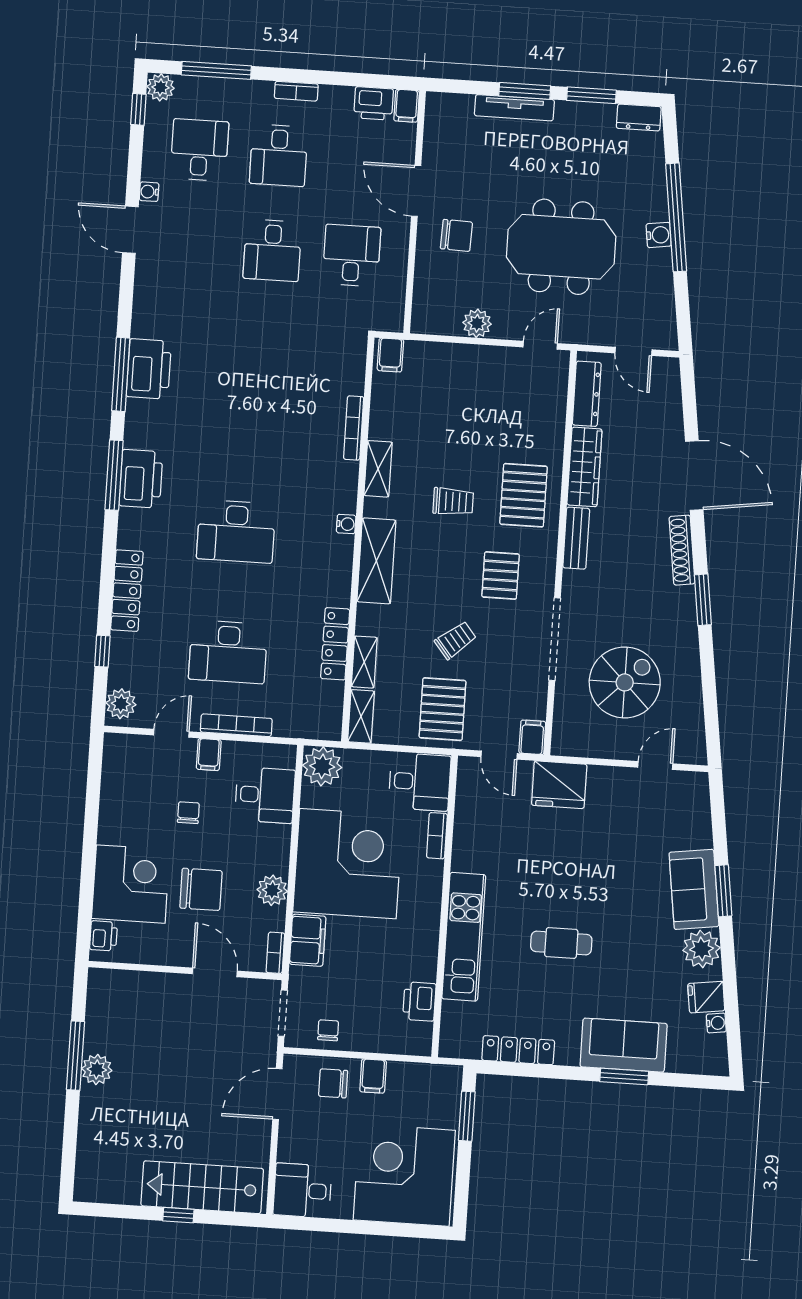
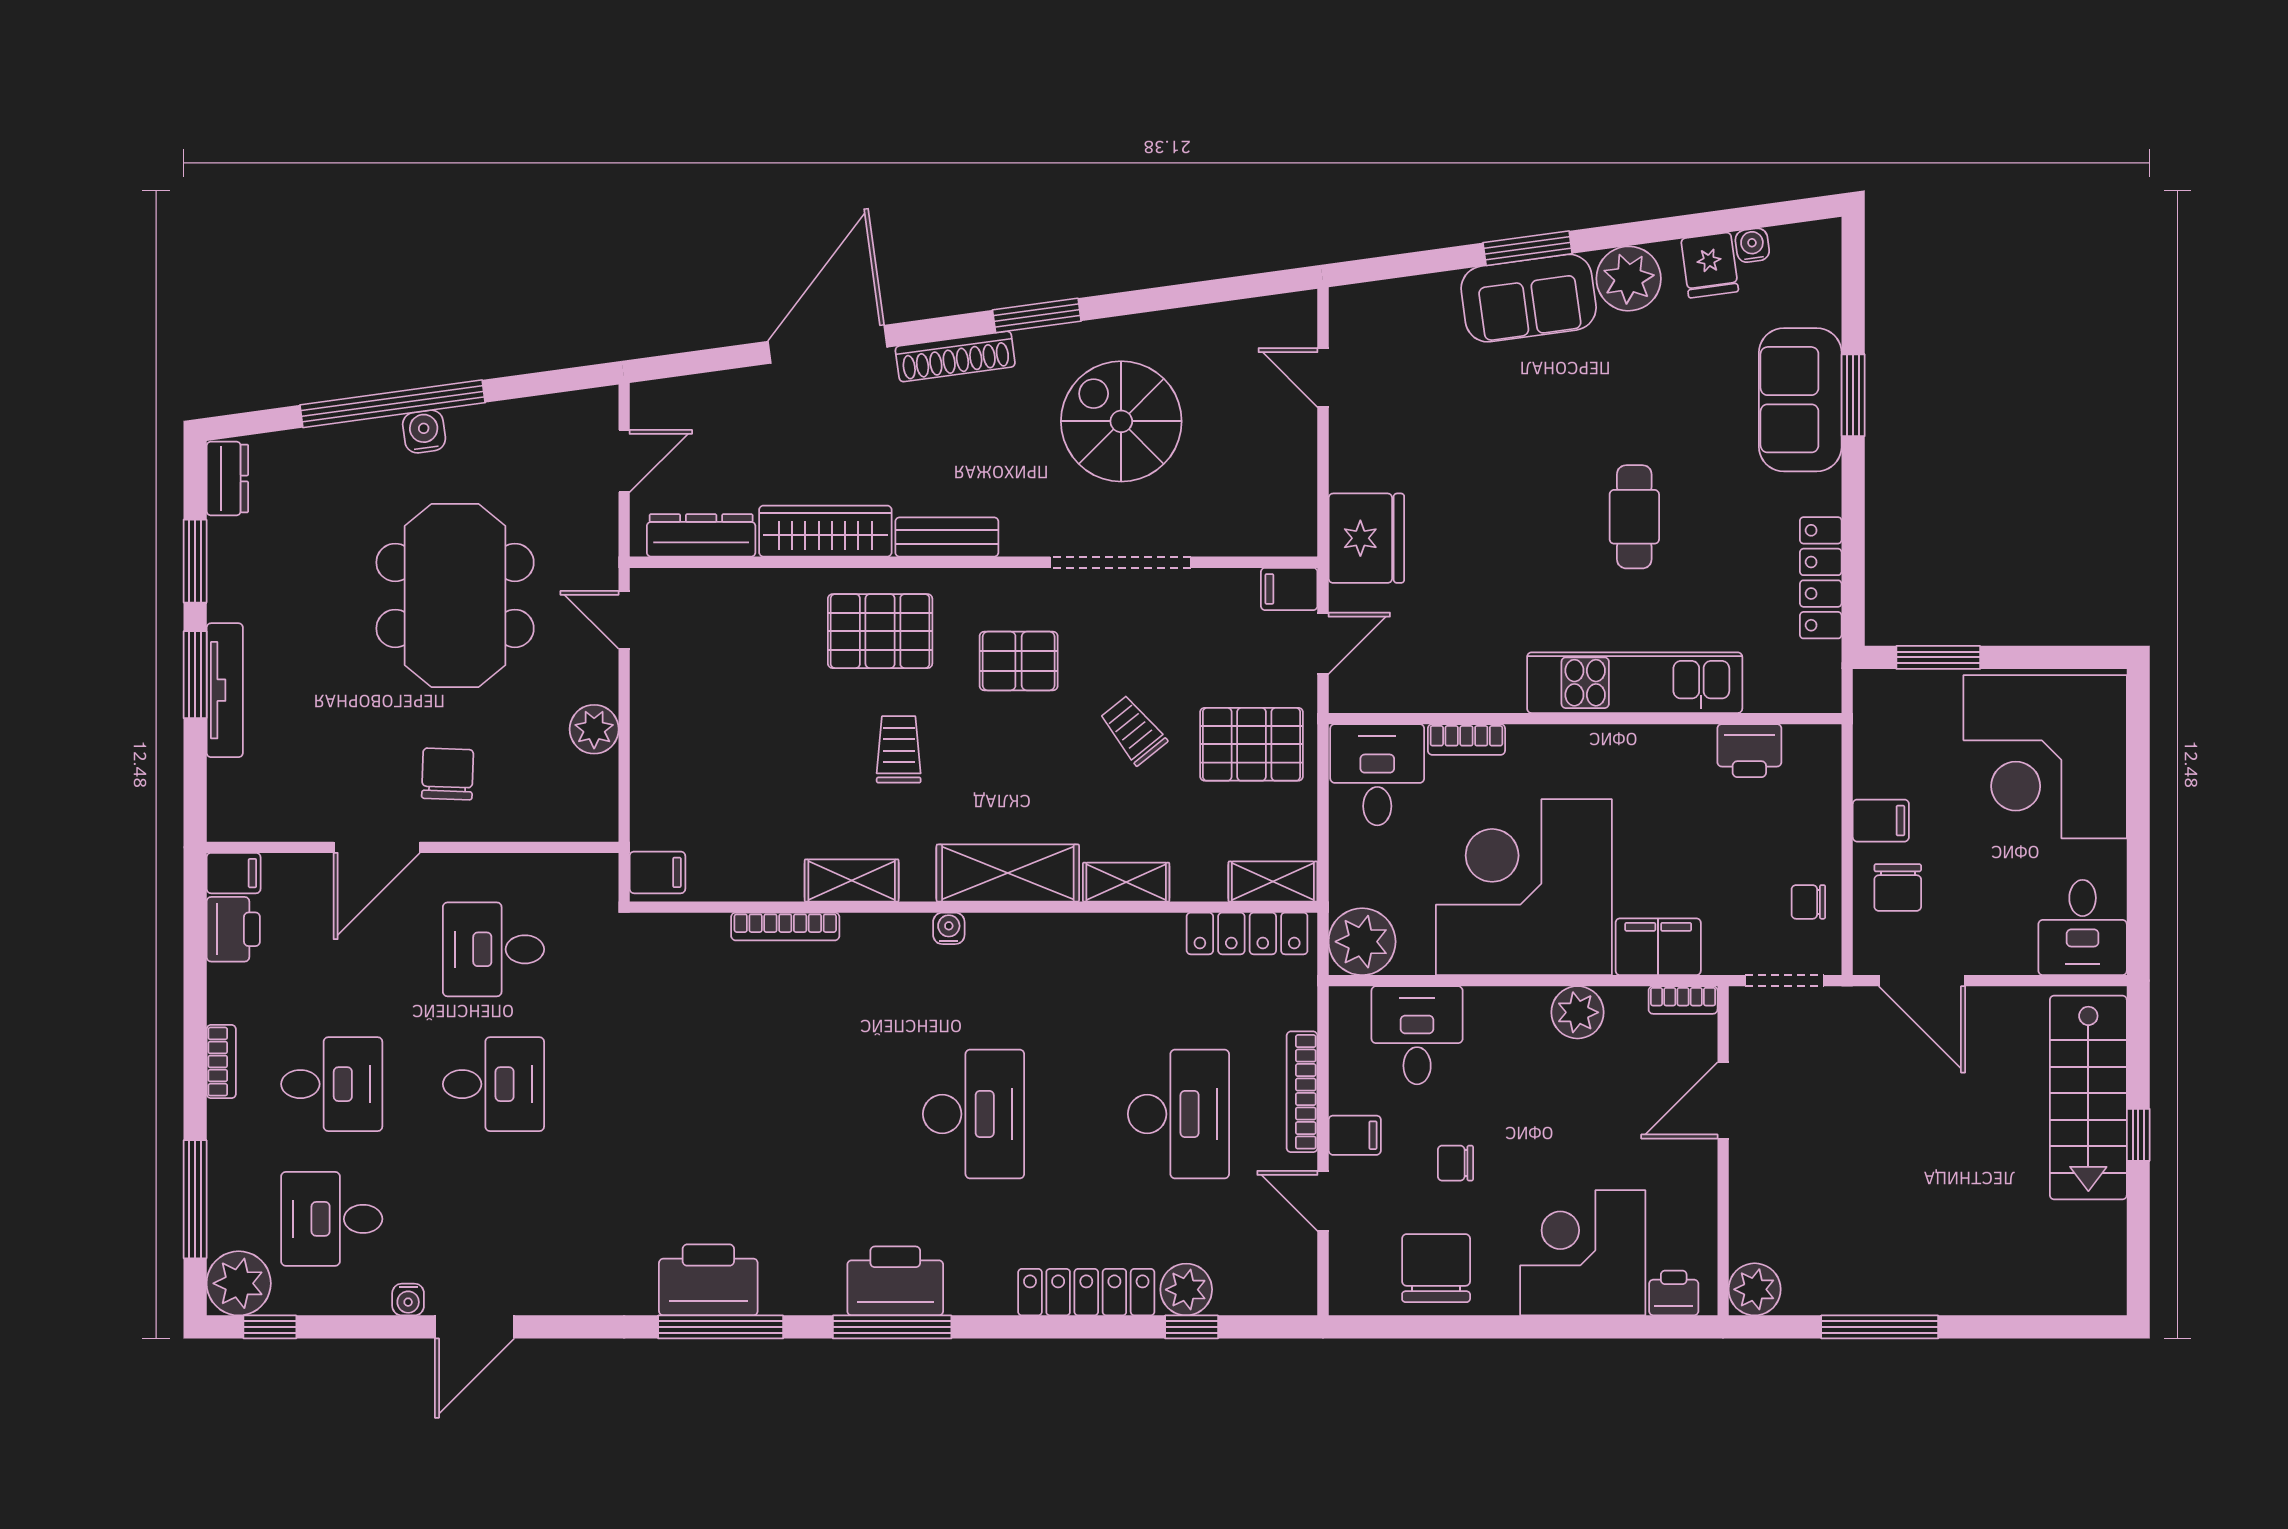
plant: (161, 87) -> (239, 1283), width x1.36, depth x1.36
locker: (335, 644) -> (1247, 933), moved
shelving: (364, 662) -> (1126, 882), moved
spiral stairs: (625, 682) -> (1121, 421), moved
plant: (121, 704) -> (1186, 1290), moved
chair: (201, 889) -> (1436, 1268), moved
plant: (97, 1069) -> (1755, 1289), moved

